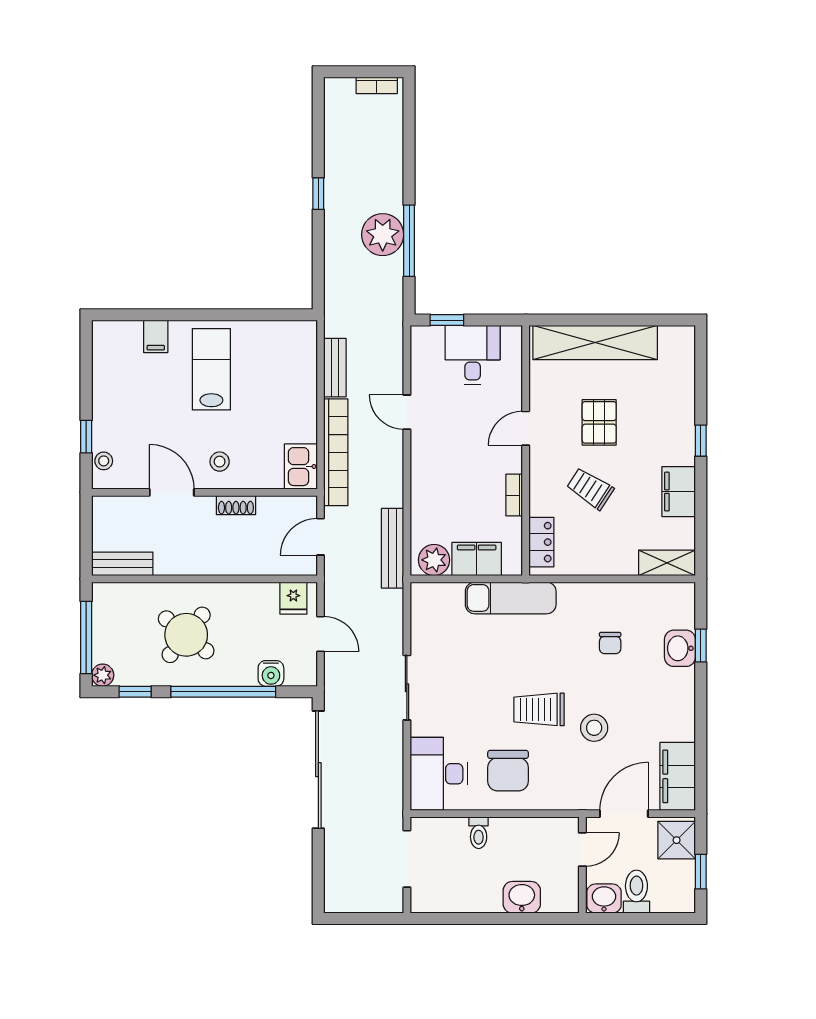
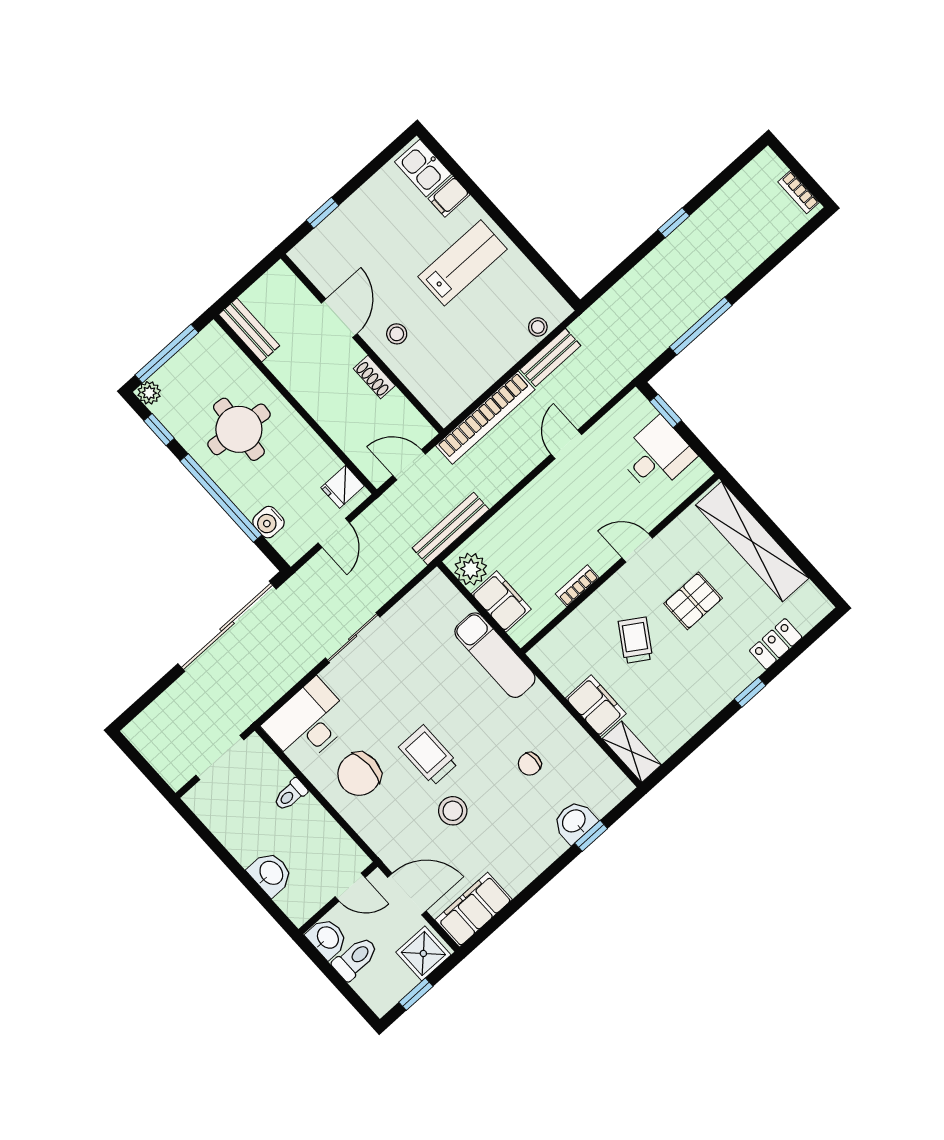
plant: (383, 235) -> (687, 301), removed
stool: (104, 461) -> (538, 327), moved
kitchen sink: (301, 467) -> (423, 168), moved, turned -90
filing cabinet: (679, 492) -> (596, 706), moved, turned 90
locker: (541, 542) -> (776, 644), moved, turned 180
round table: (186, 635) -> (239, 429), turned -33

